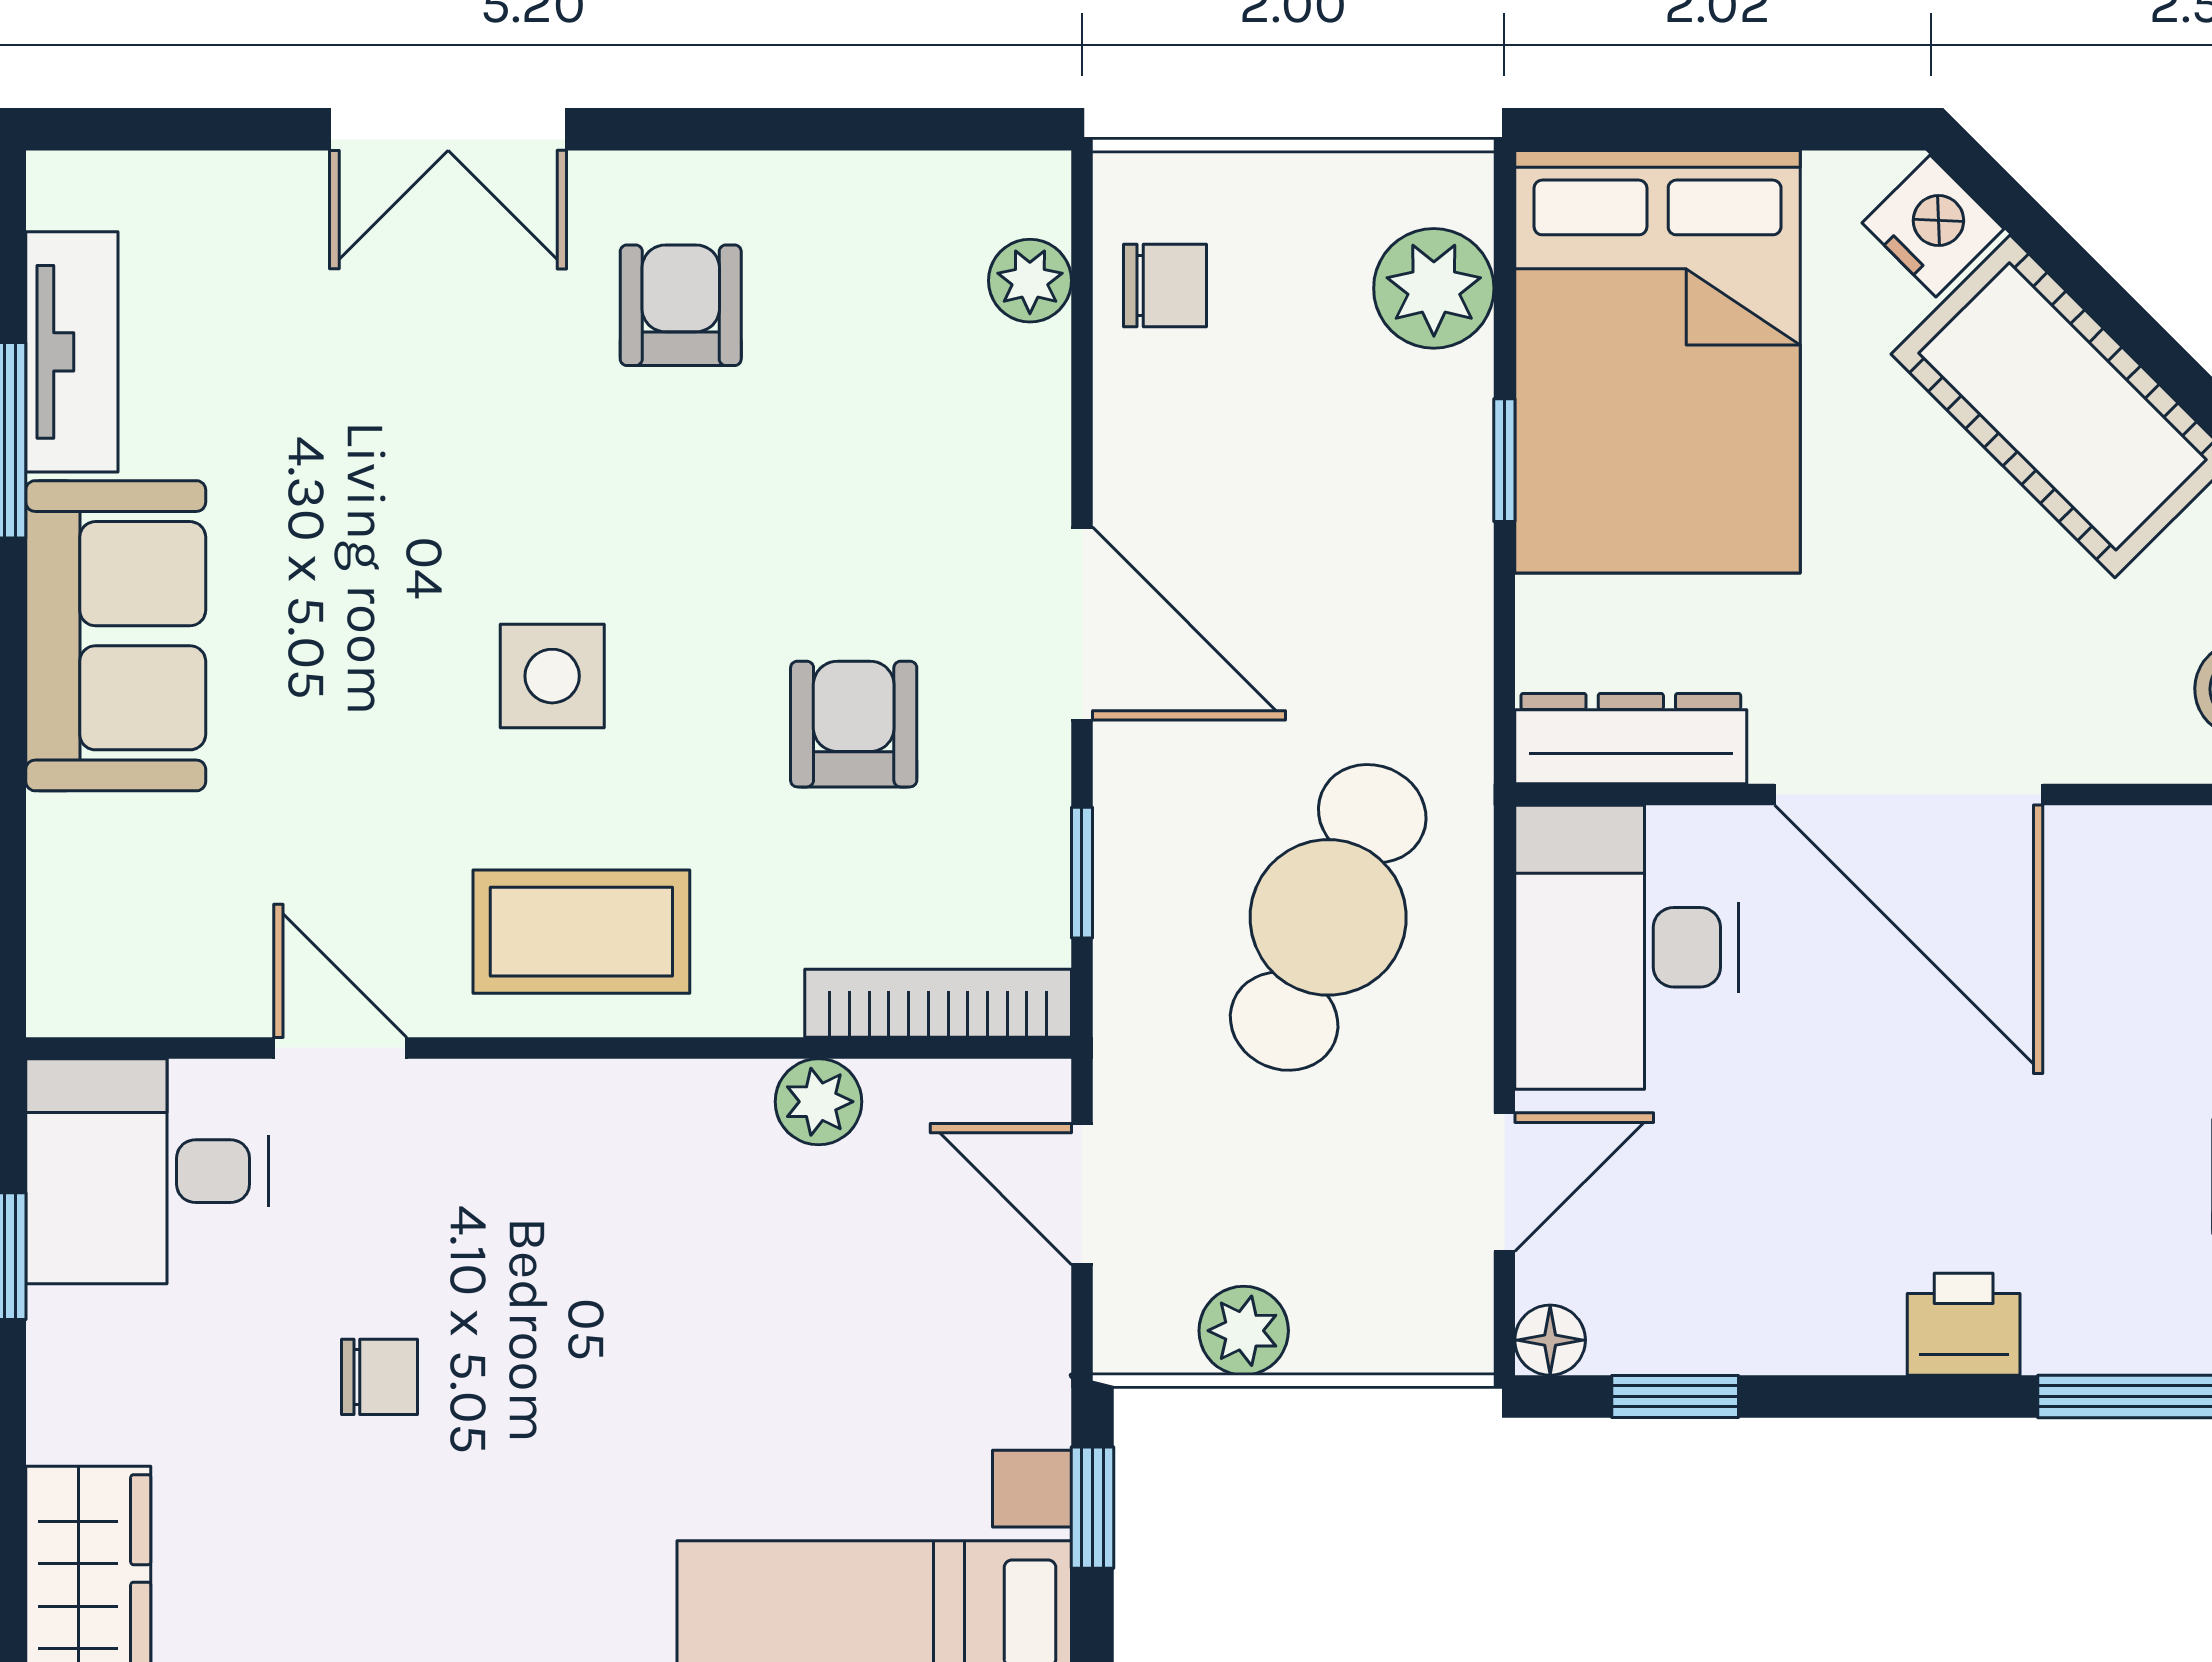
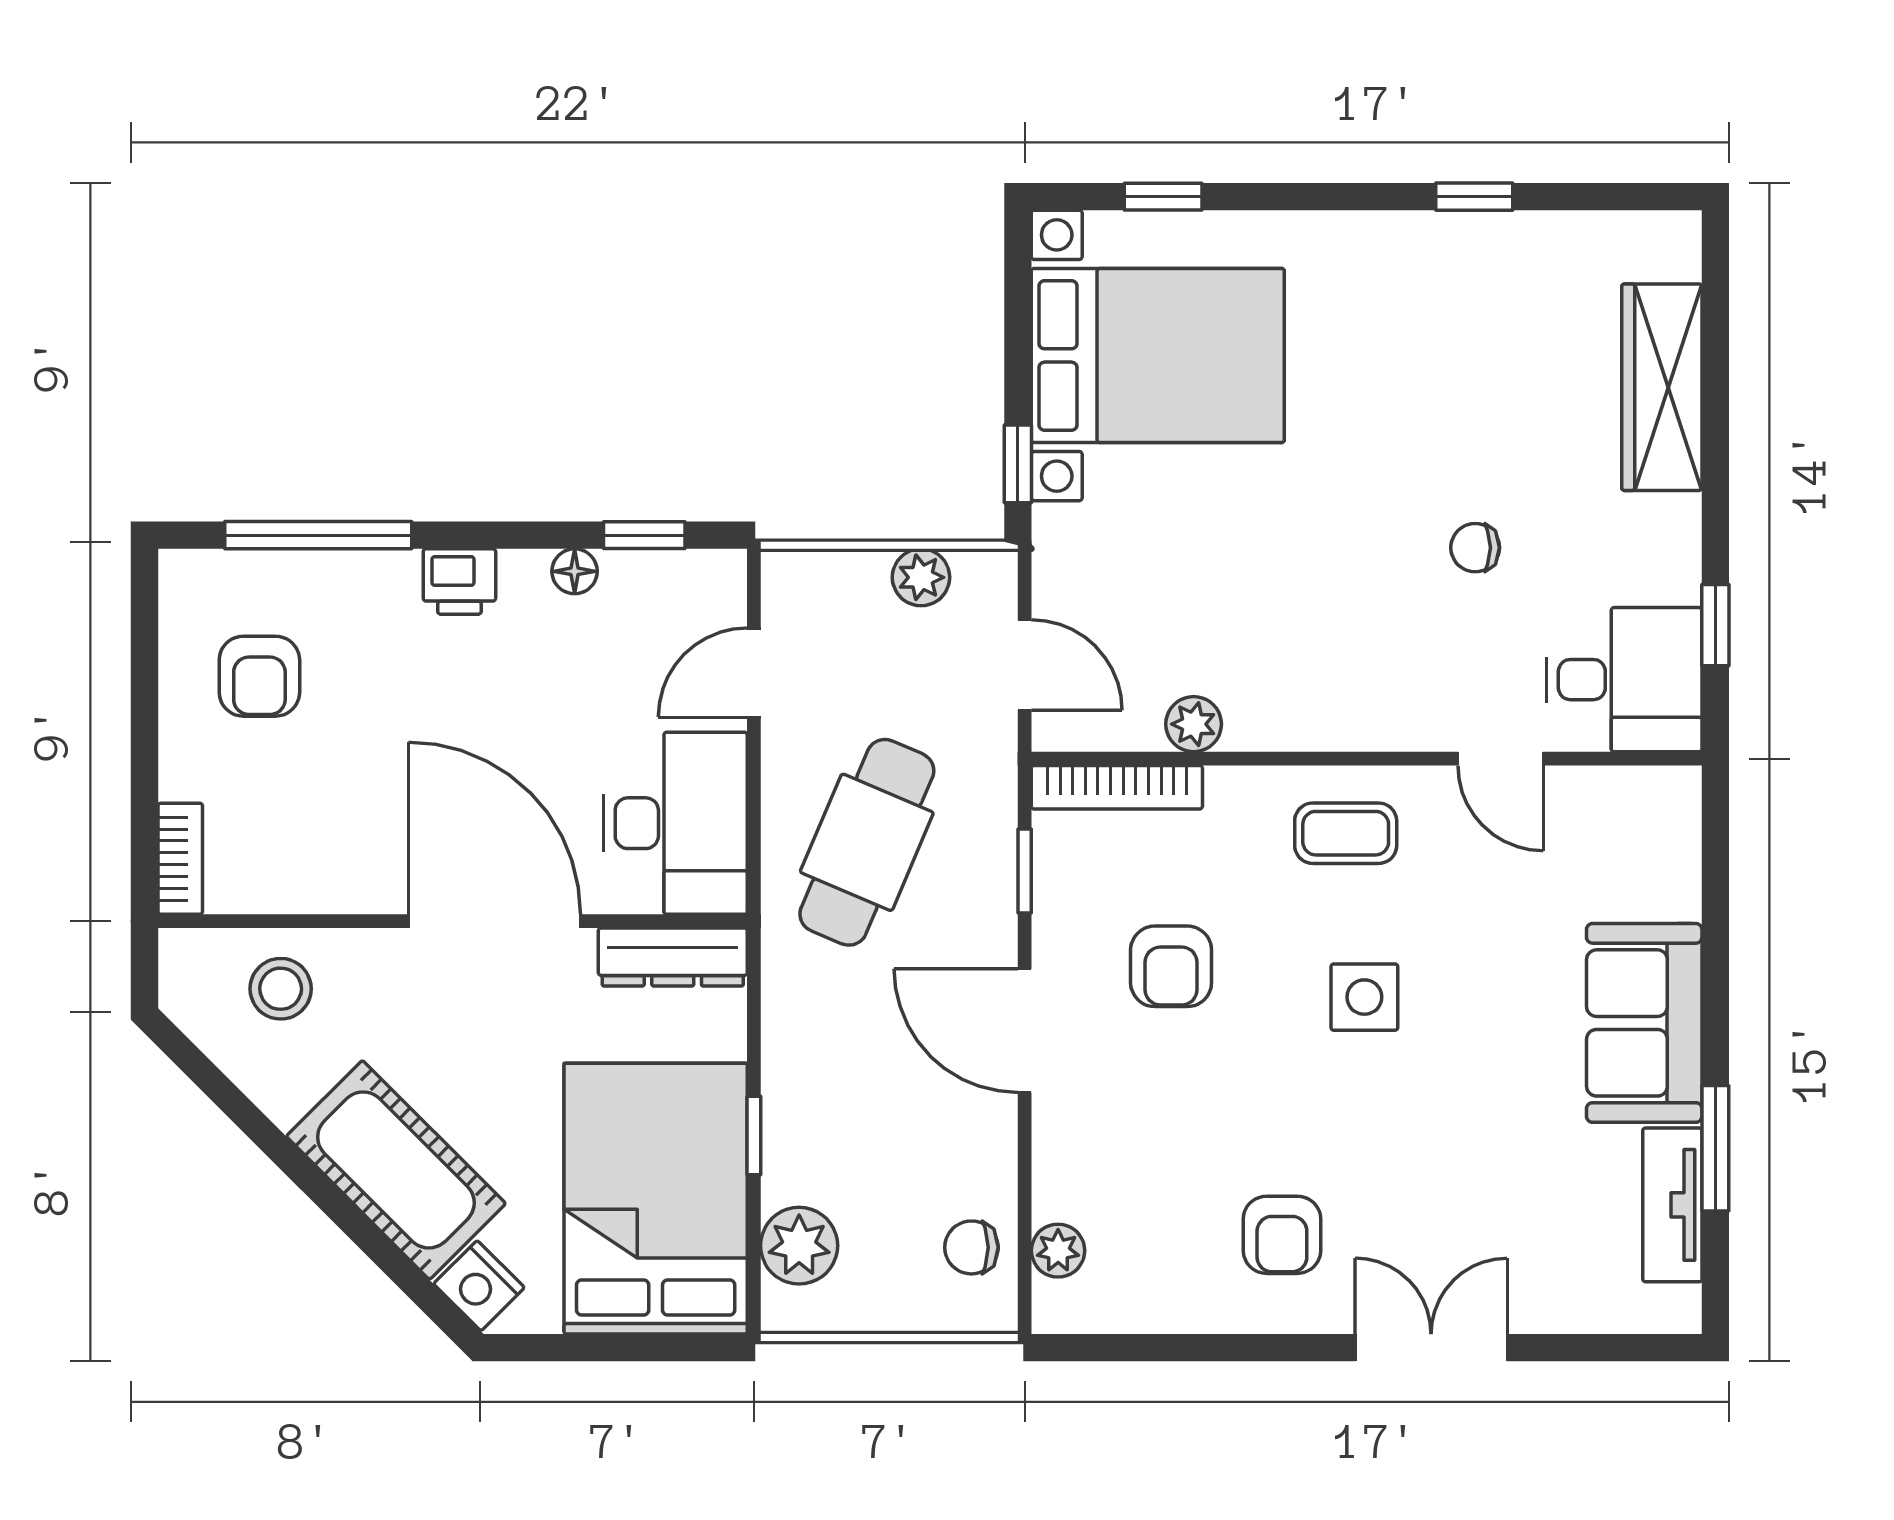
coffee table: (581, 932) -> (1346, 833), width x0.73, depth x0.77
floor lamp: (1550, 1340) -> (575, 571), moved

